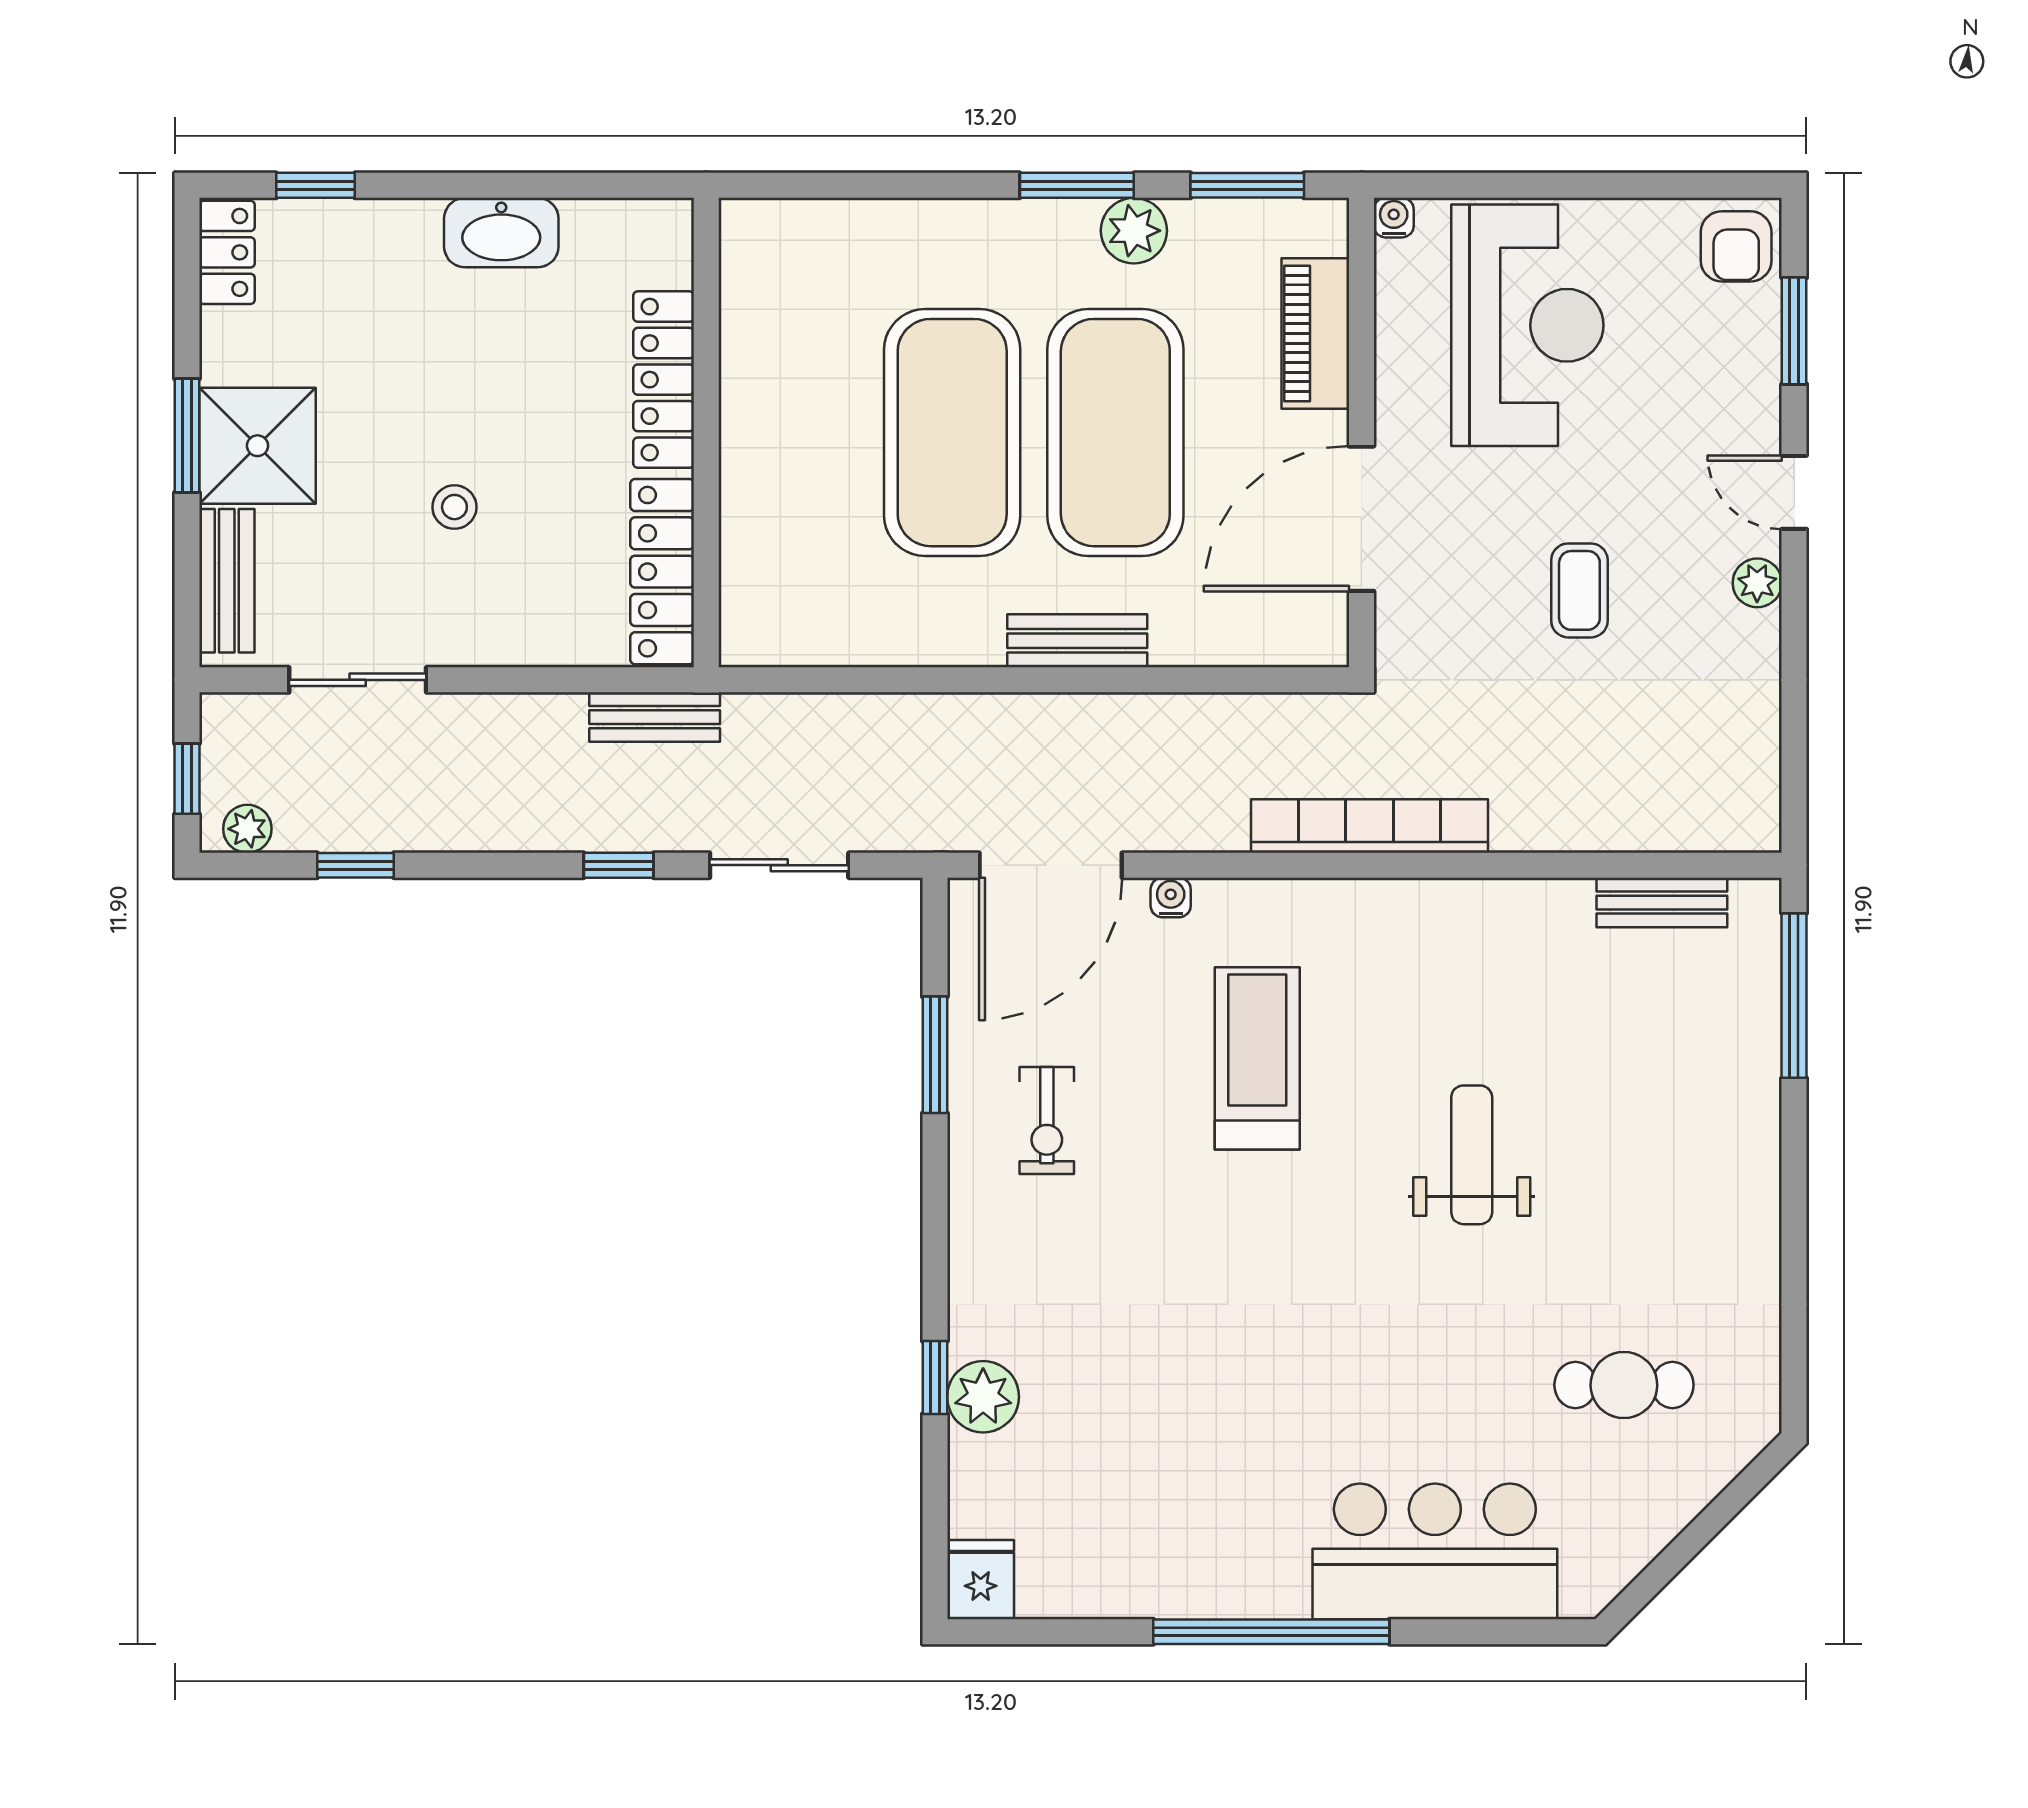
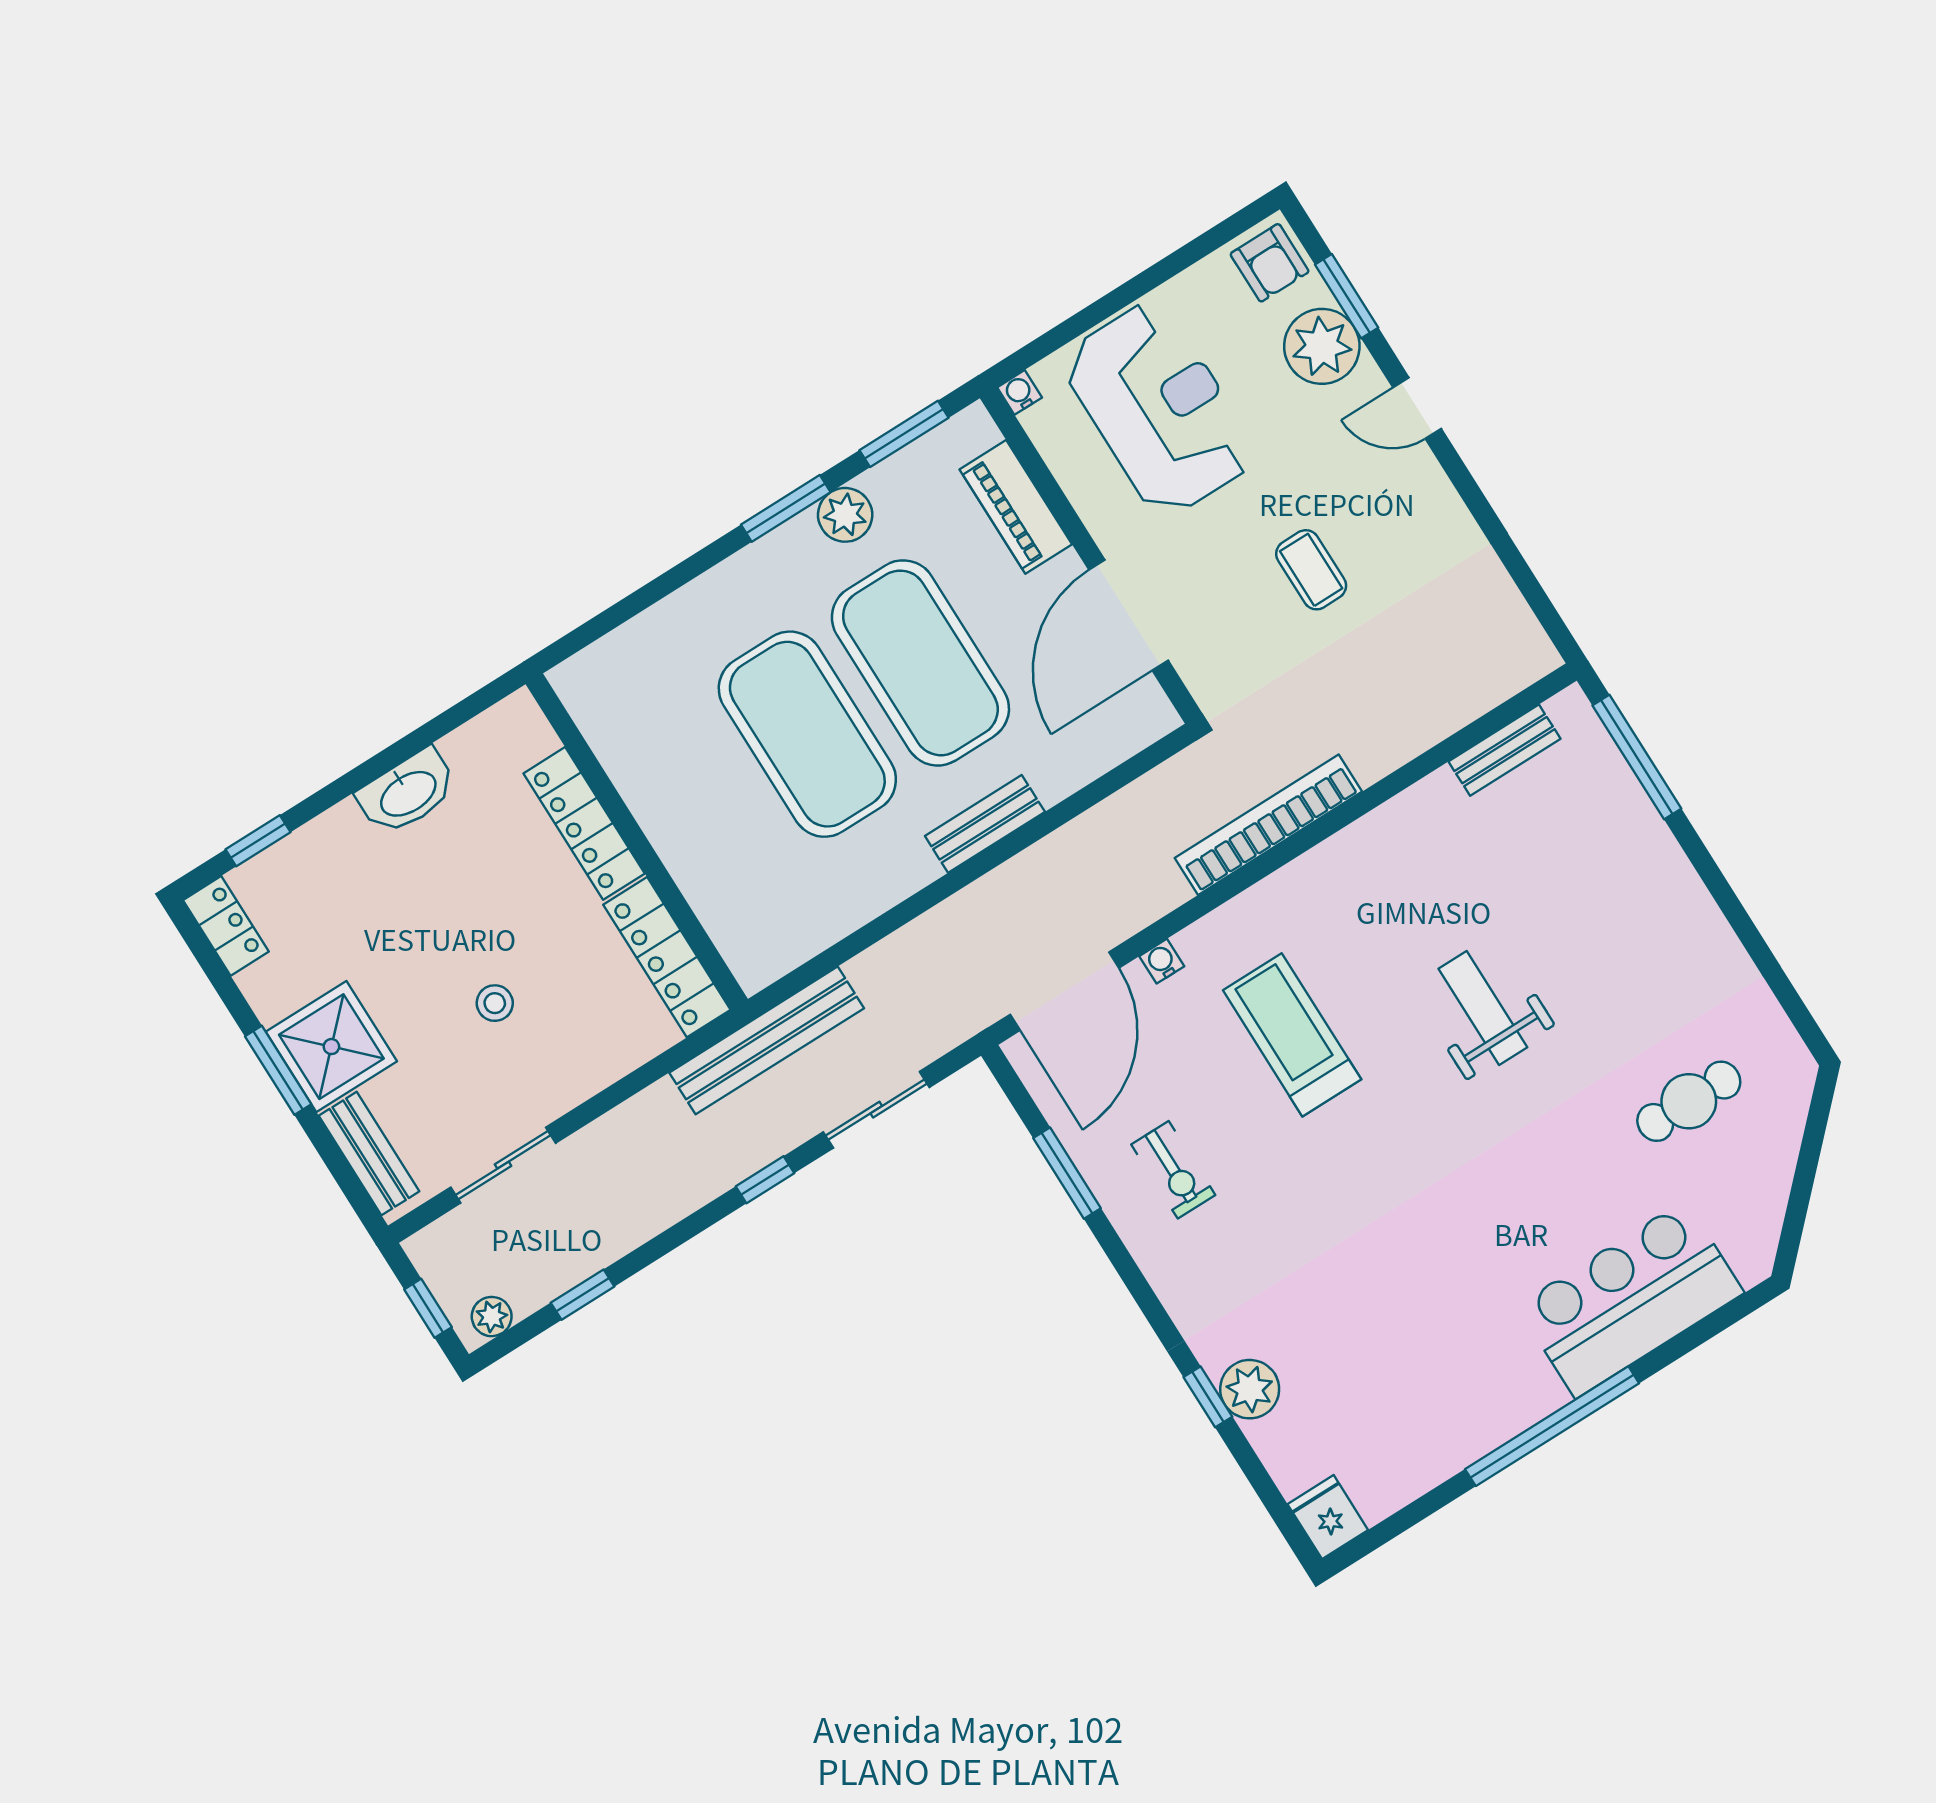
plant: (1757, 583) -> (1322, 346), moved, width x1.87, depth x1.87
bench: (655, 717) -> (767, 1040), width x1.86, depth x1.21

